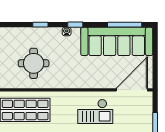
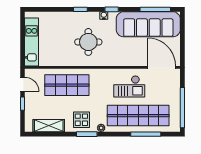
round table: (34, 63) -> (88, 42), moved
door: (132, 90) -> (162, 67), hinge flipped

